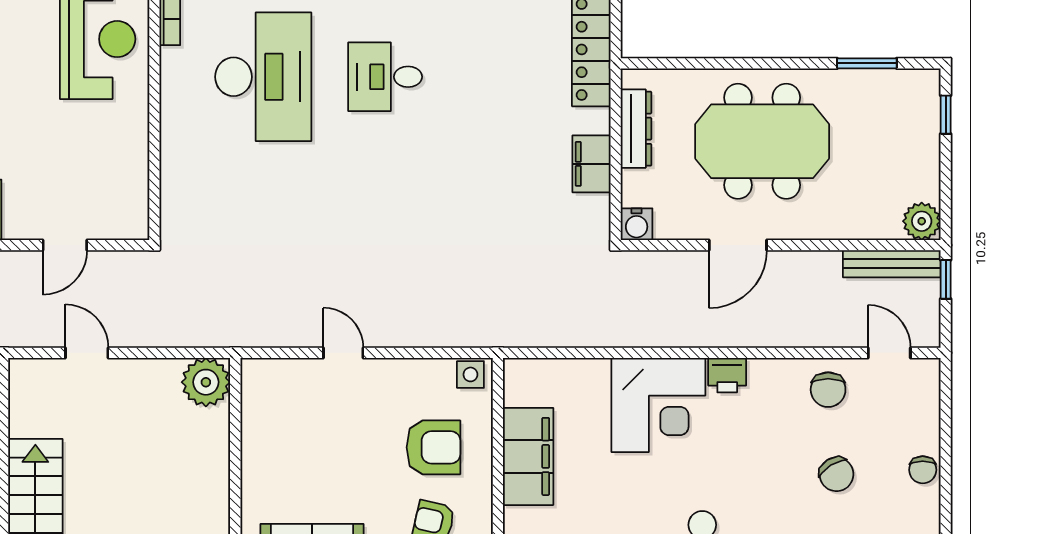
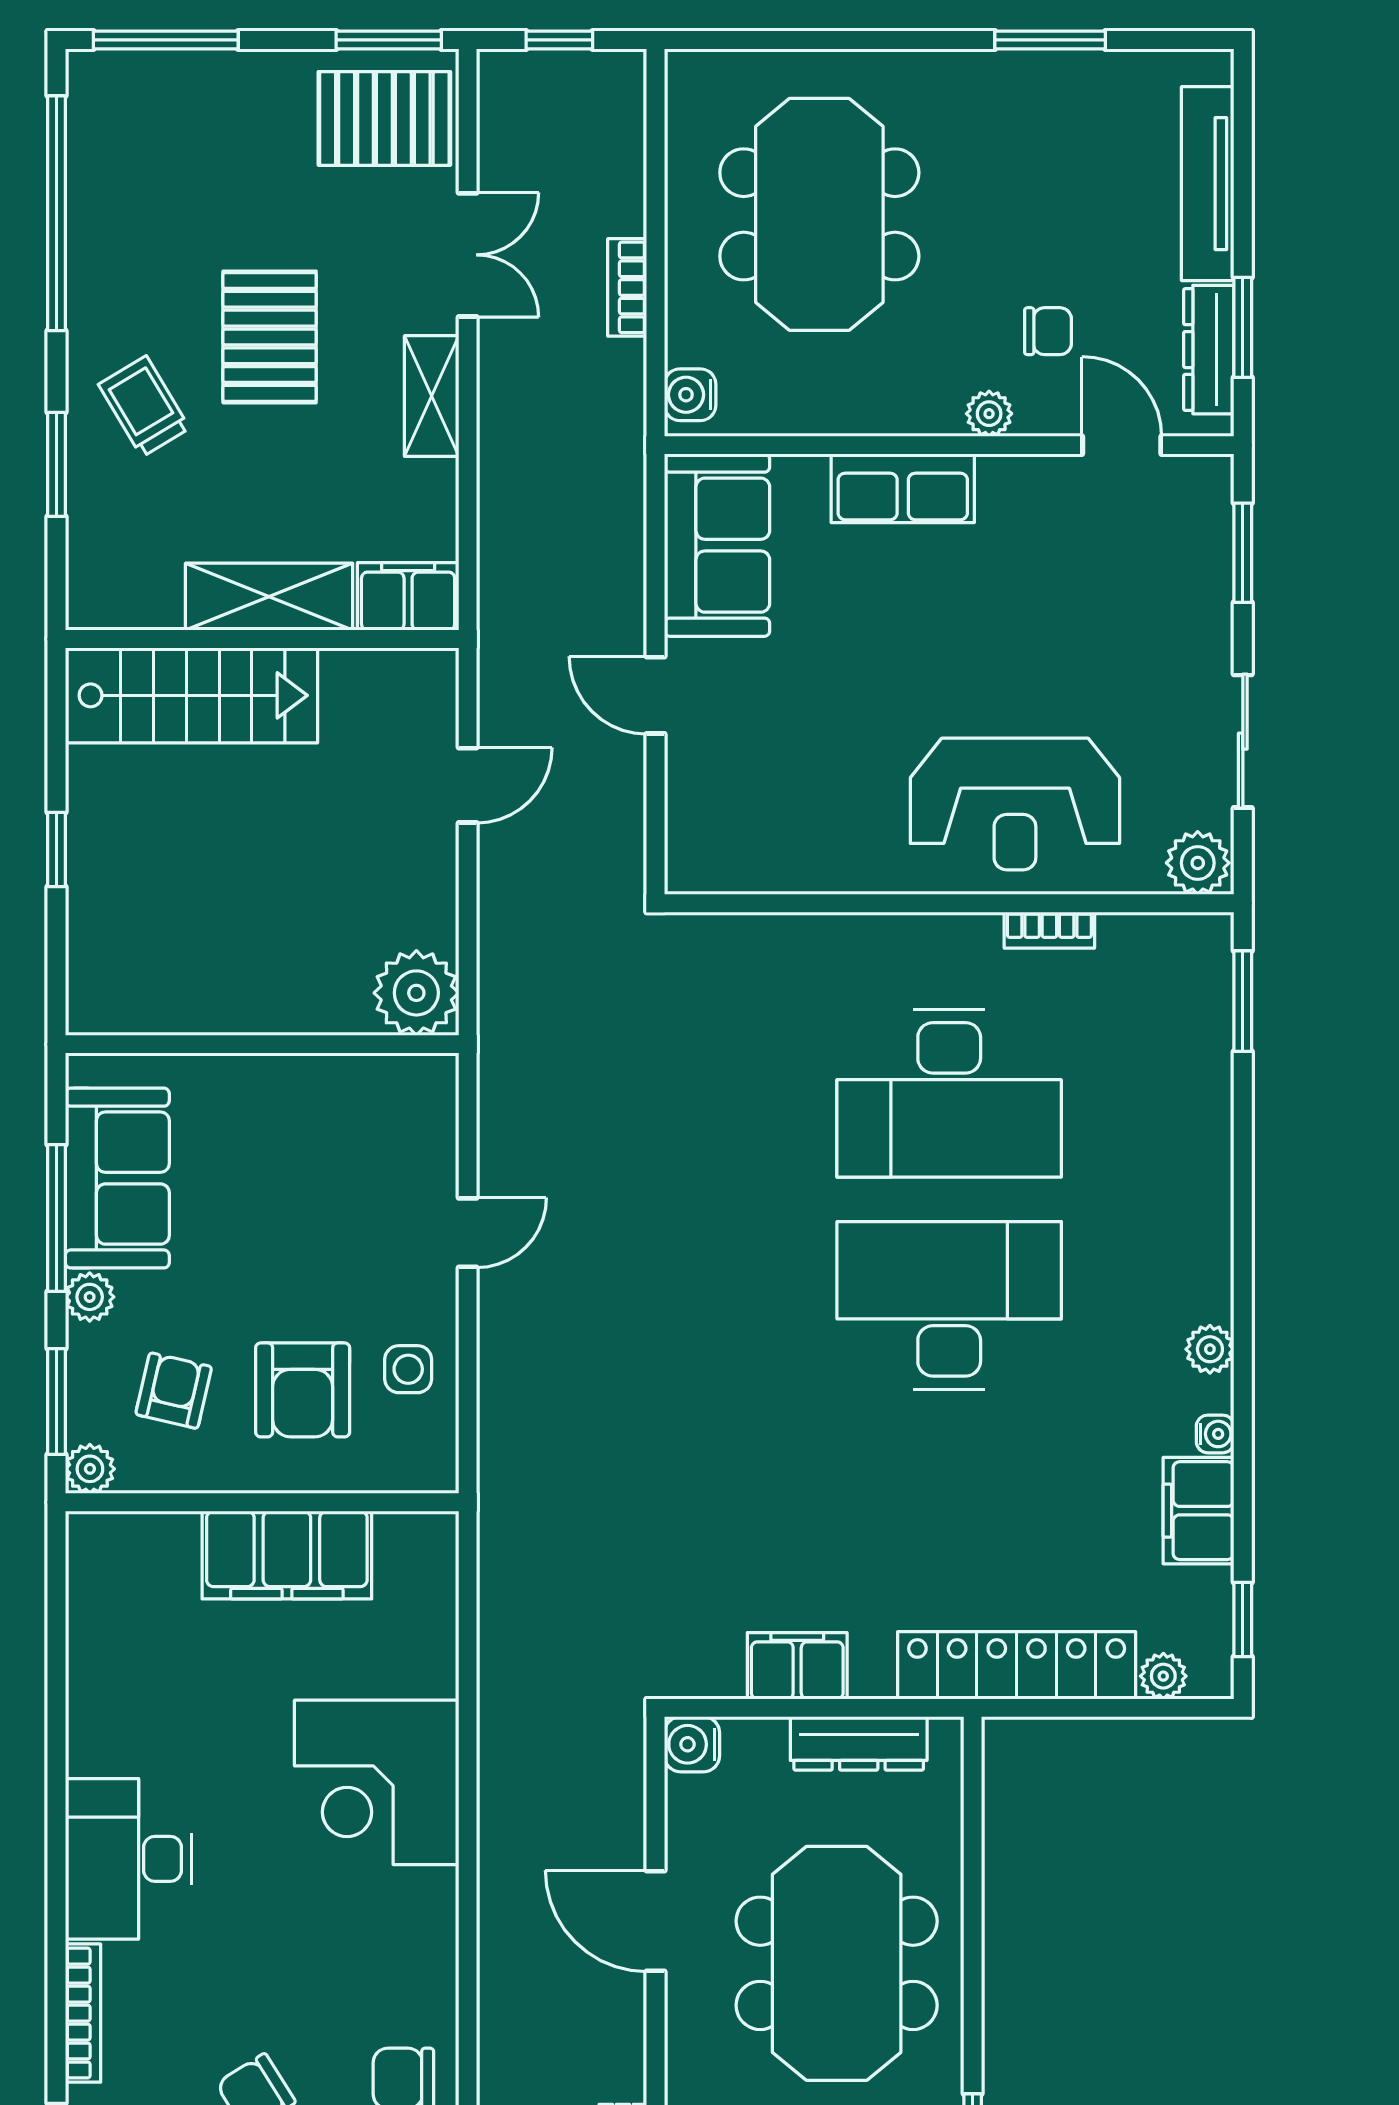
desk: (385, 77) -> (949, 1306), width x1.87, depth x1.30
door: (65, 245) -> (656, 695), moved
side table: (470, 374) -> (408, 1369), moved
printer: (727, 375) -> (429, 1902), removed

